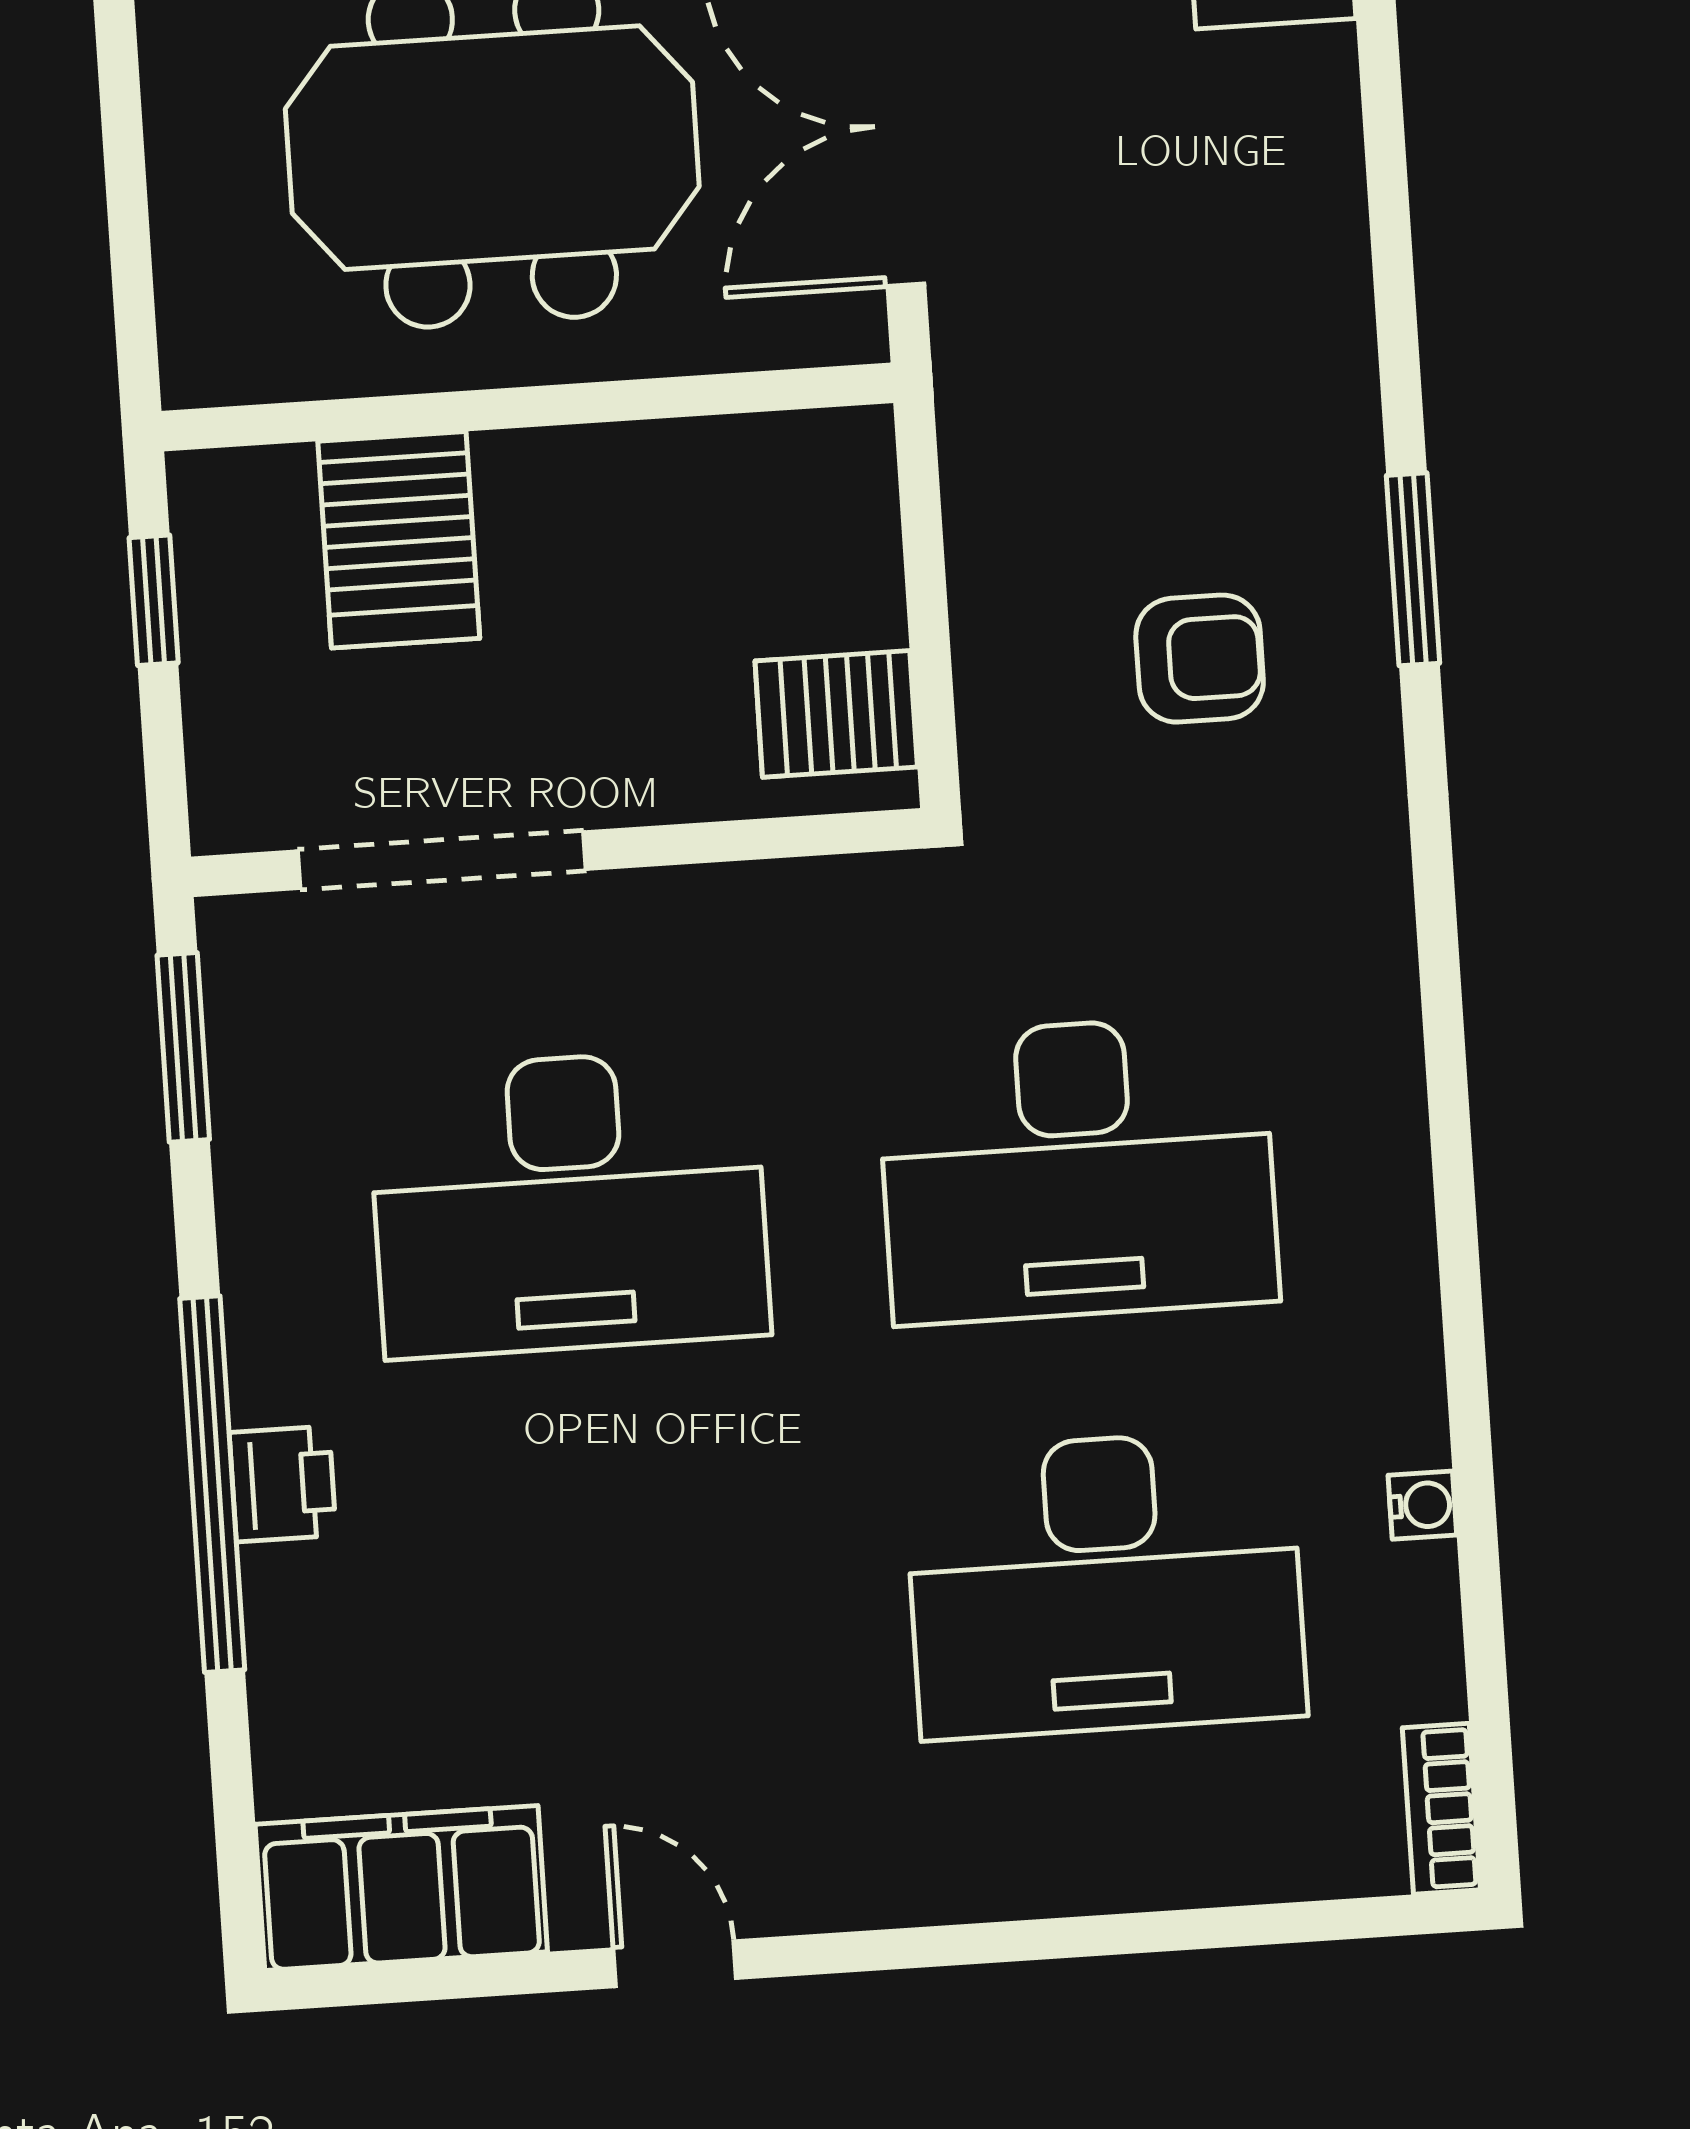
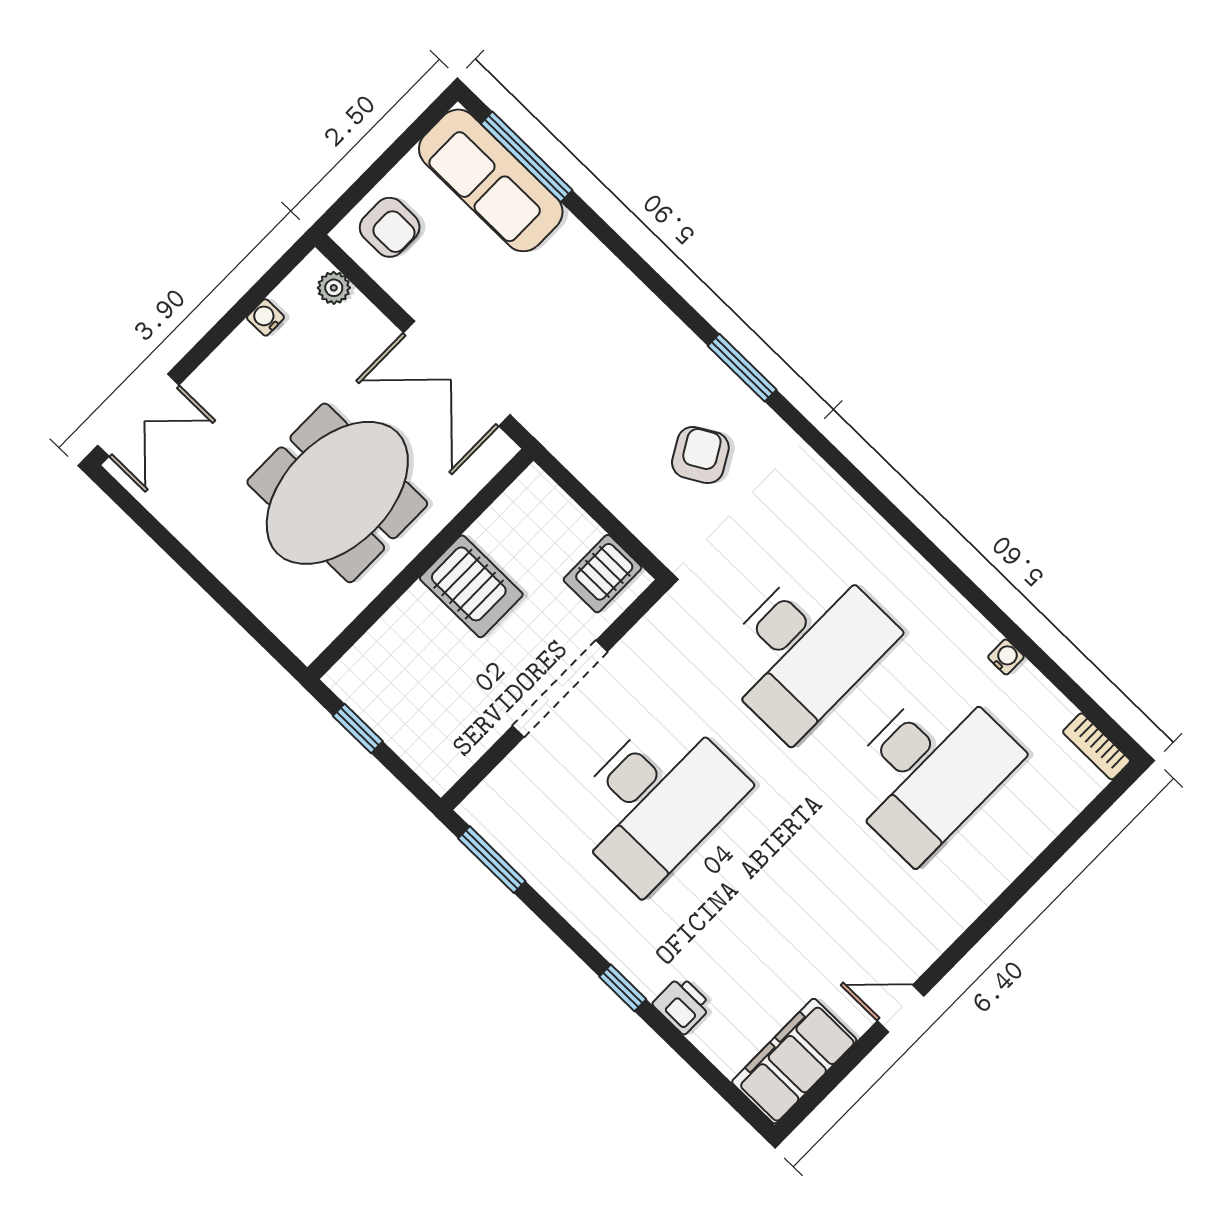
server rack: (399, 540) -> (471, 586), moved
armchair: (1200, 659) -> (700, 455), turned -30
doorway: (442, 860) -> (560, 689), moved
window: (212, 1484) -> (623, 988), width x0.32
printer: (283, 1484) -> (682, 1005), moved

